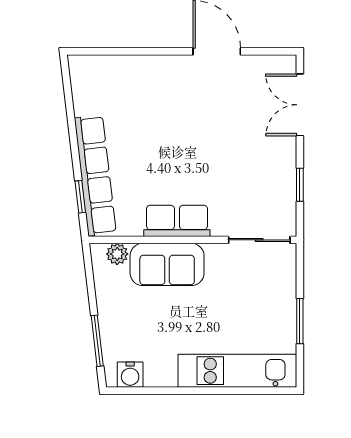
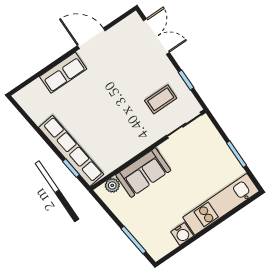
double door: (300, 105) -> (156, 37), swing flipped
coffee table: (252, 187) -> (161, 99), added
row of seats: (177, 221) -> (63, 73), moved, turned 180
water cooler: (130, 375) -> (182, 234), moved

